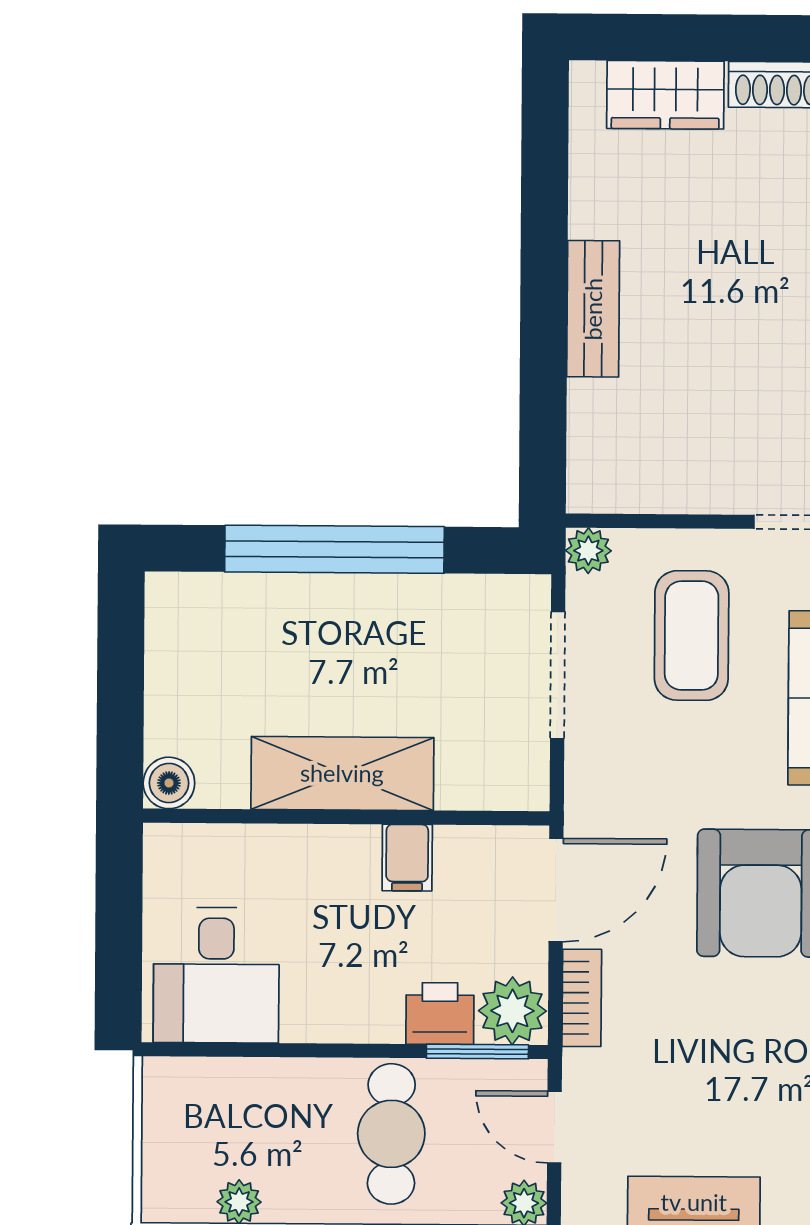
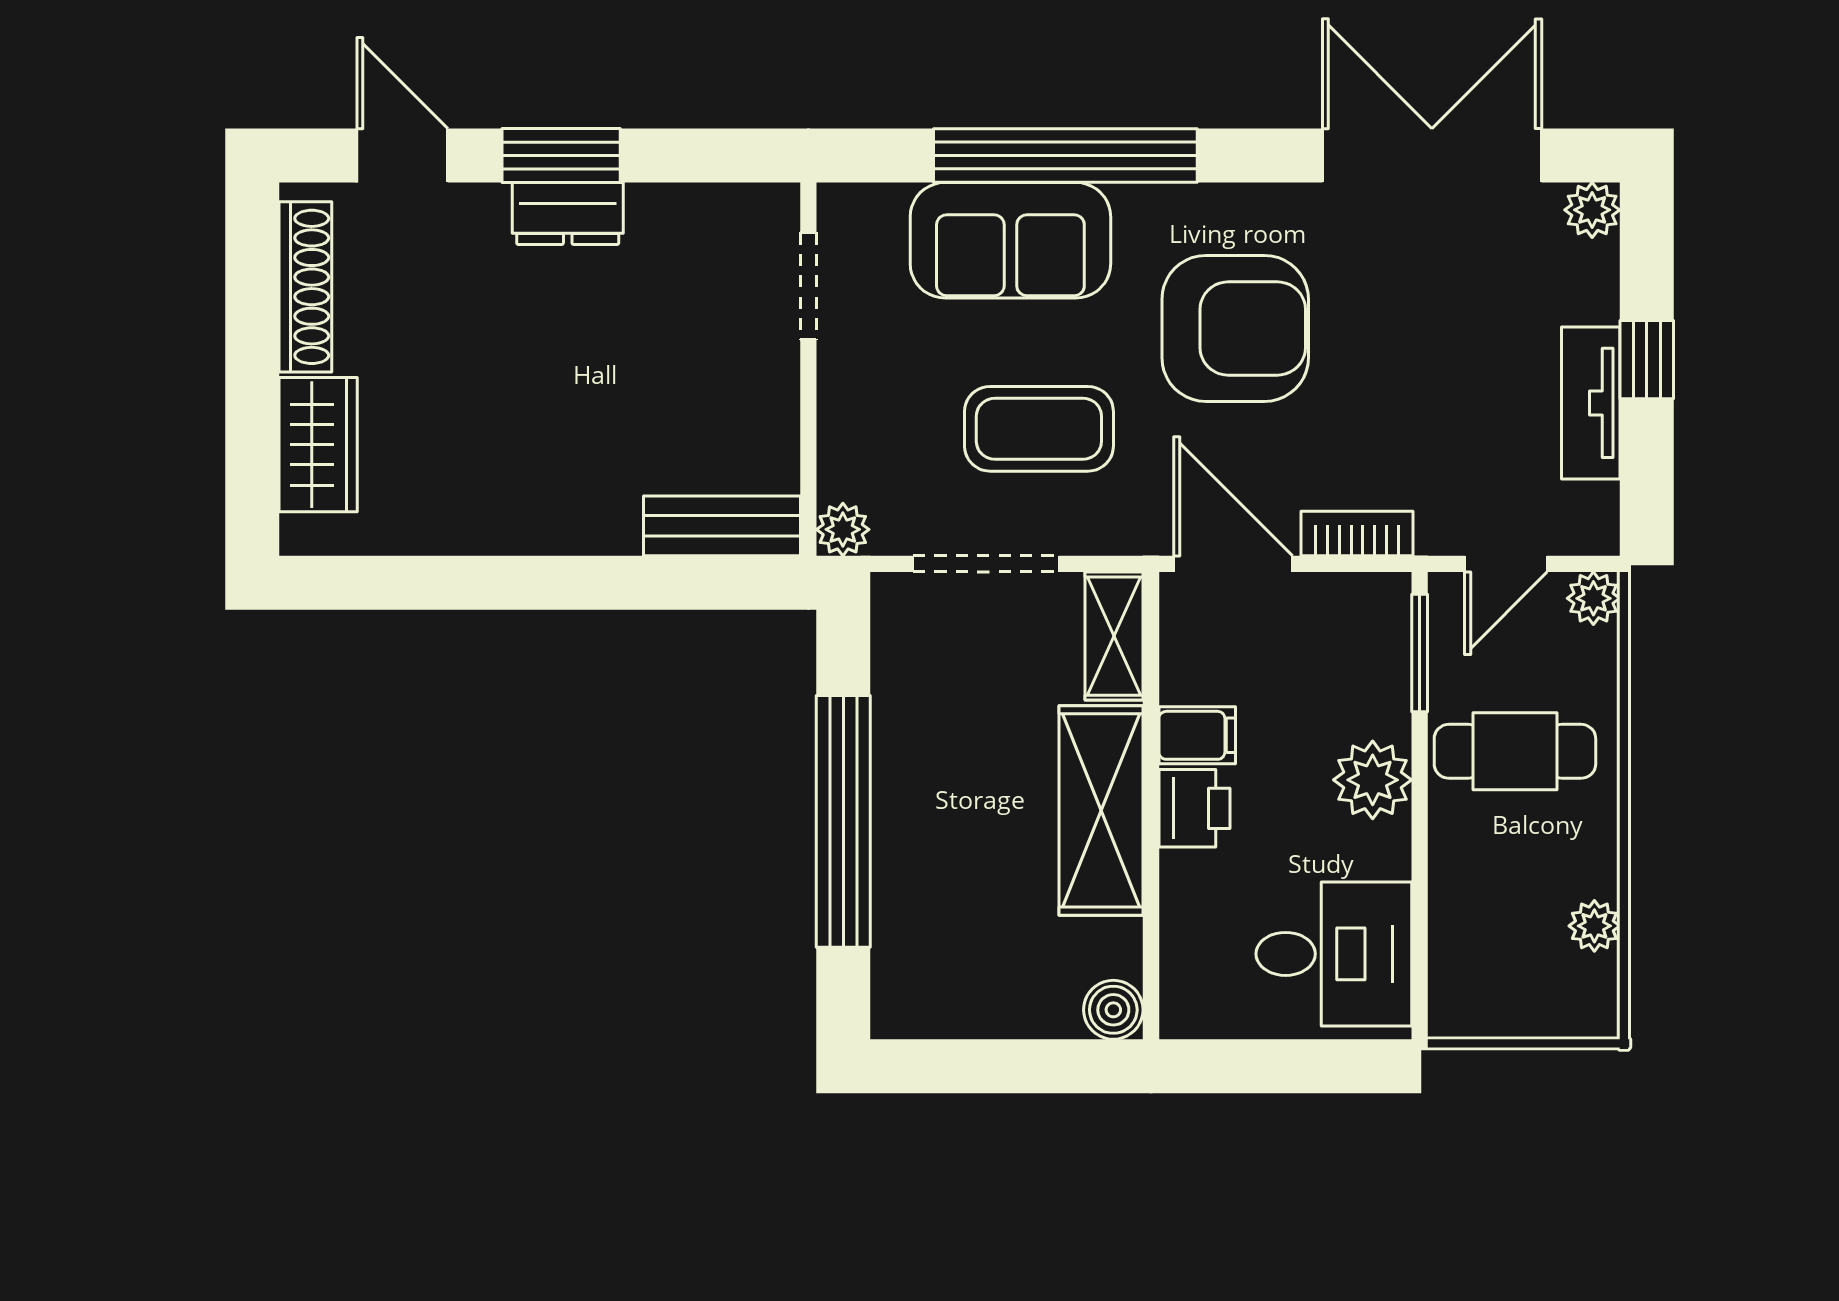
bench: (593, 309) -> (722, 526), moved
coffee table: (692, 636) -> (1039, 429), moved
shelving: (494, 786) -> (1114, 636), added
plant: (512, 1011) -> (1373, 780), moved
printer: (440, 1014) -> (1194, 808), moved, turned 180

